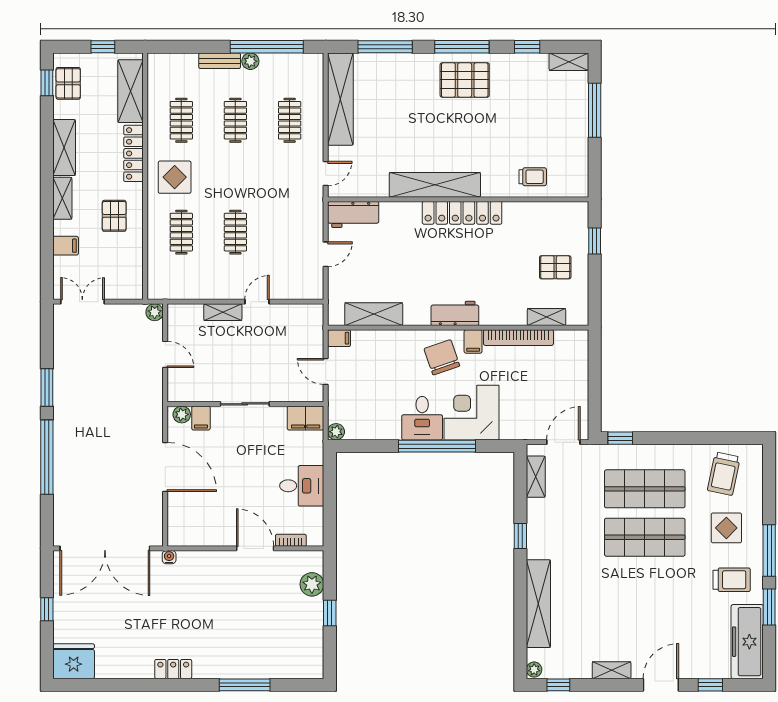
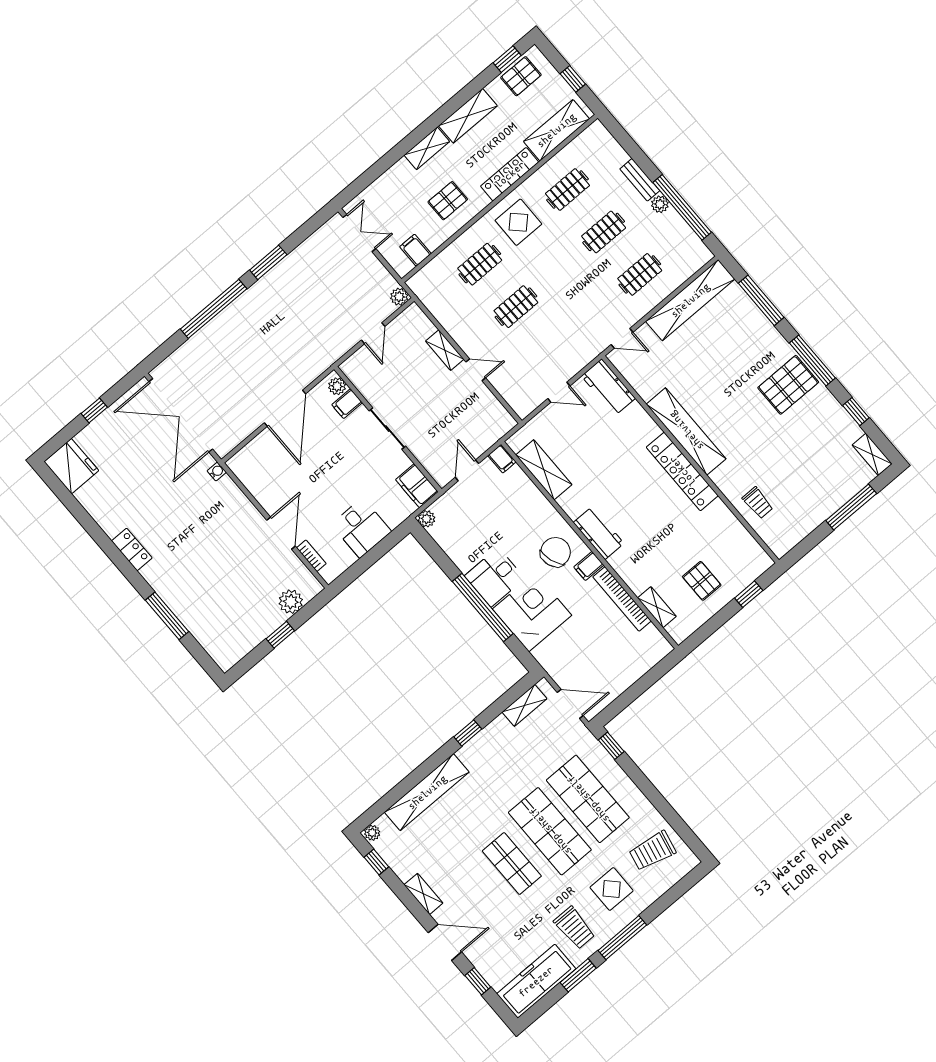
pallet: (465, 80) -> (788, 385), turned 90
filing cabinet: (66, 246) -> (415, 250), moved, turned 180
shop shelf: (645, 586) -> (512, 864), added

